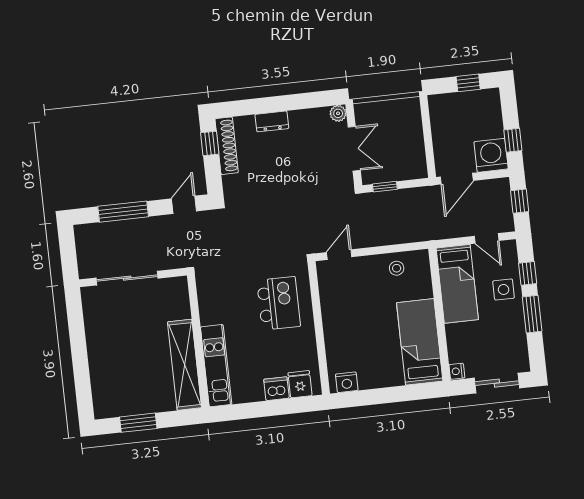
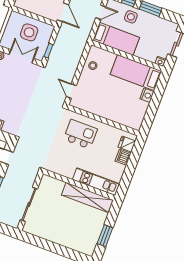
side table: (398, 142) -> (29, 32), added
nightstand: (347, 382) -> (147, 95), moved

